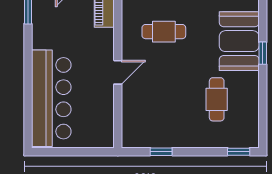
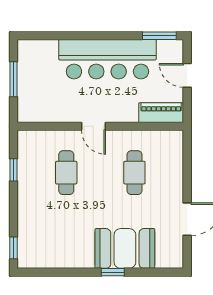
bar counter: (51, 98) -> (107, 59), moved
cafe table: (217, 99) -> (66, 173), moved, turned 90
window: (71, 152) -> (14, 79), added

